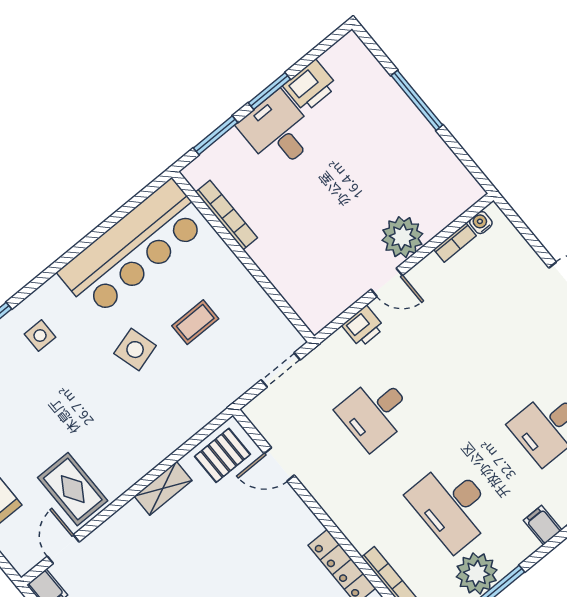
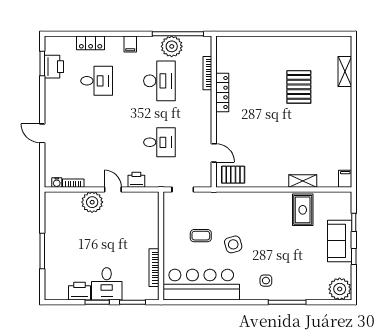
shelving: (163, 488) -> (303, 181), moved
door: (63, 549) -> (326, 189), removed

